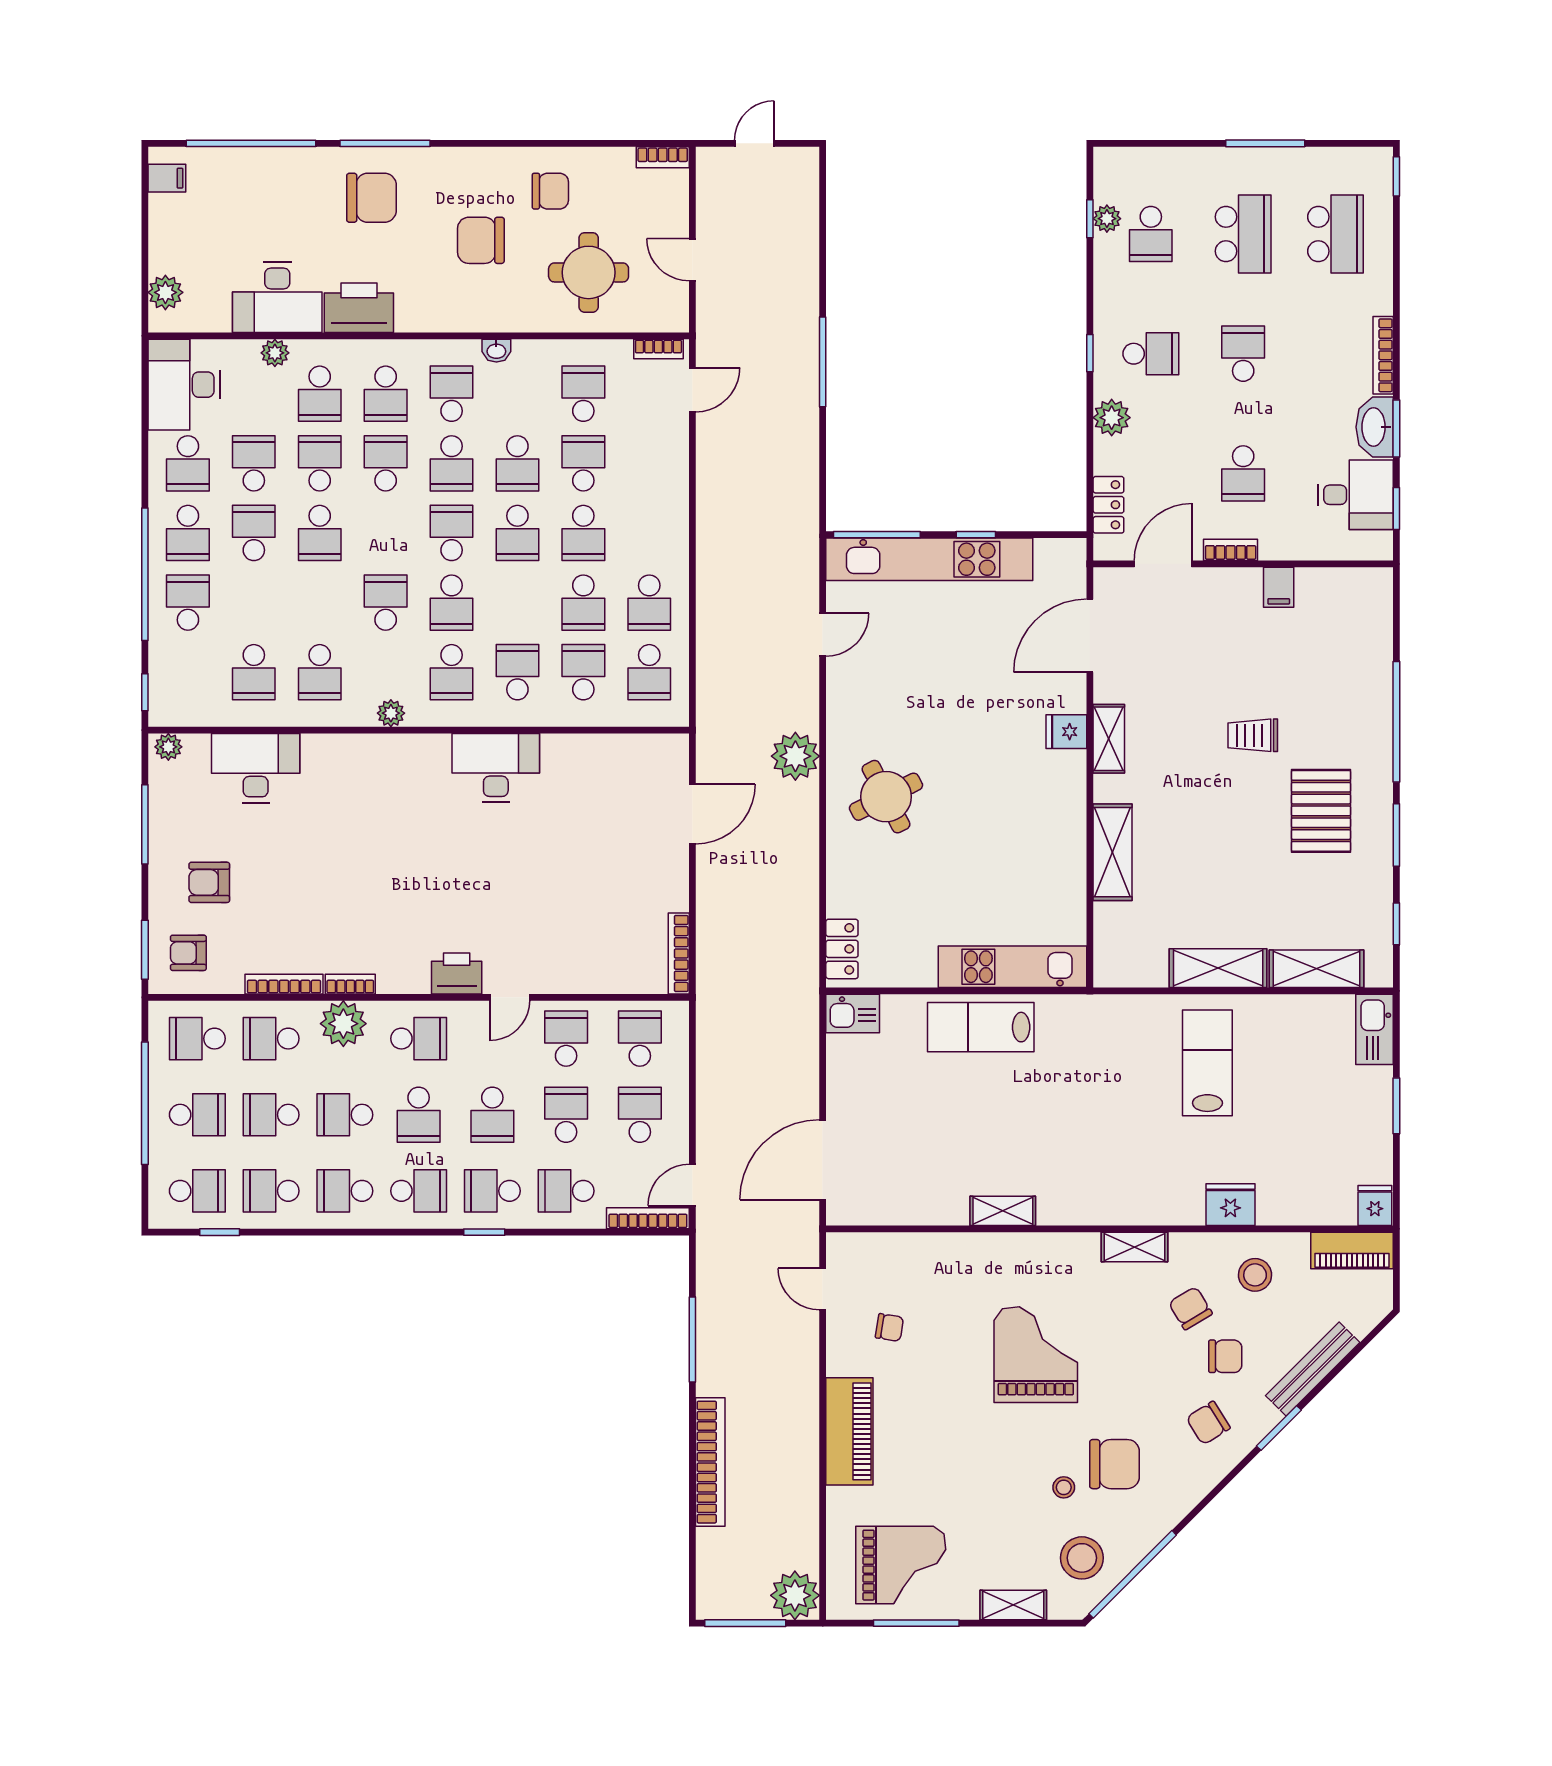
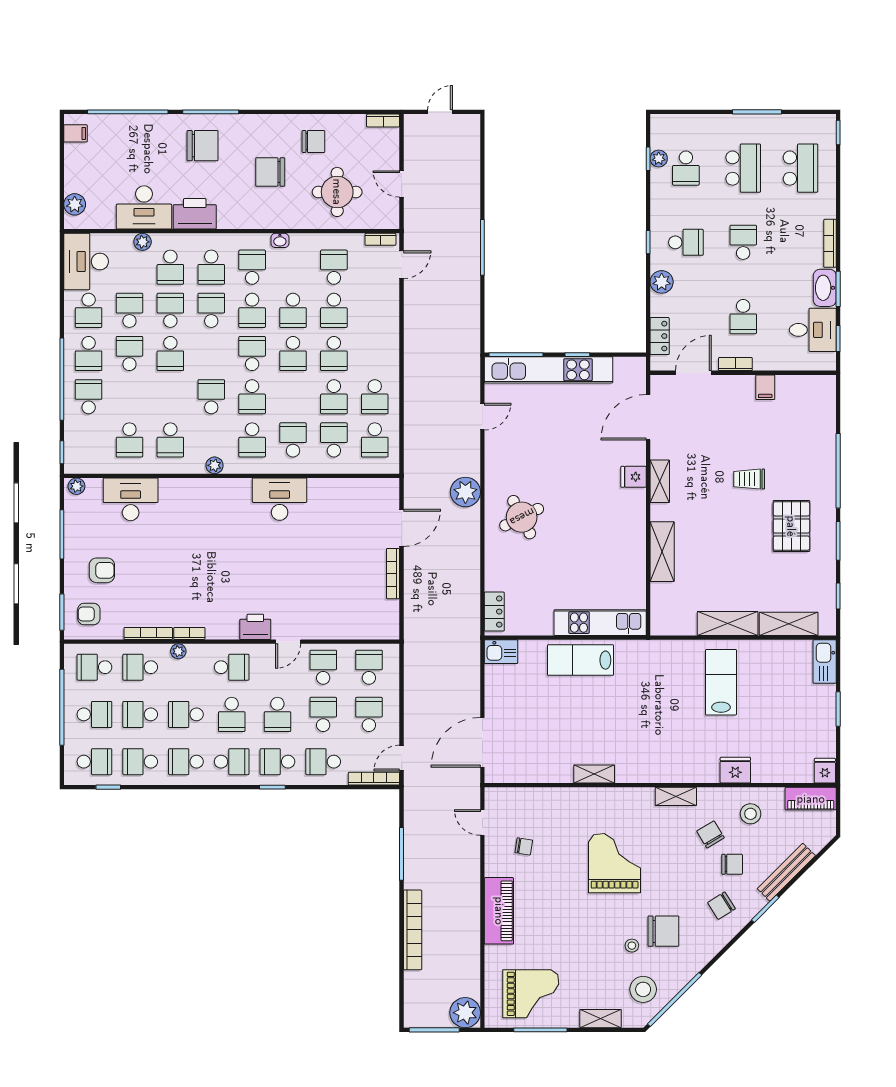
school desk: (583, 463) -> (334, 310), turned 180
armchair: (209, 882) -> (102, 570), turned 180
bookcase: (679, 953) -> (393, 574), moved
plant: (343, 1024) -> (178, 651), width x0.53, depth x0.53

